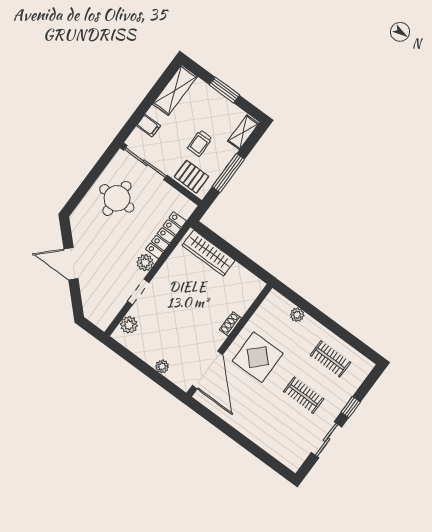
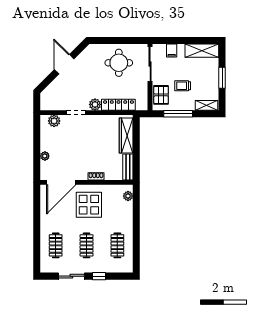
bench: (247, 278) -> (128, 167), added
plant: (297, 315) -> (128, 196), moved
clothes rail: (277, 431) -> (56, 245), added

